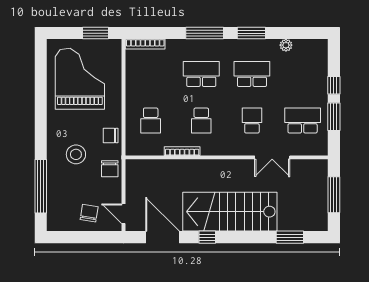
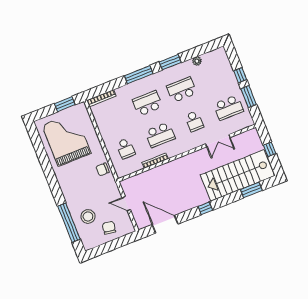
school desk: (201, 121) -> (160, 135), width x1.85
school desk: (252, 121) -> (194, 121), turned 180
school desk: (303, 121) -> (228, 108), turned 180
stool: (76, 154) -> (88, 216), moved
chair: (110, 169) -> (111, 192), removed
window: (334, 195) -> (270, 149), width x0.46
stairs: (230, 212) -> (237, 175), moved
door: (123, 214) -> (126, 204), moved
window: (207, 237) -> (205, 208), moved

